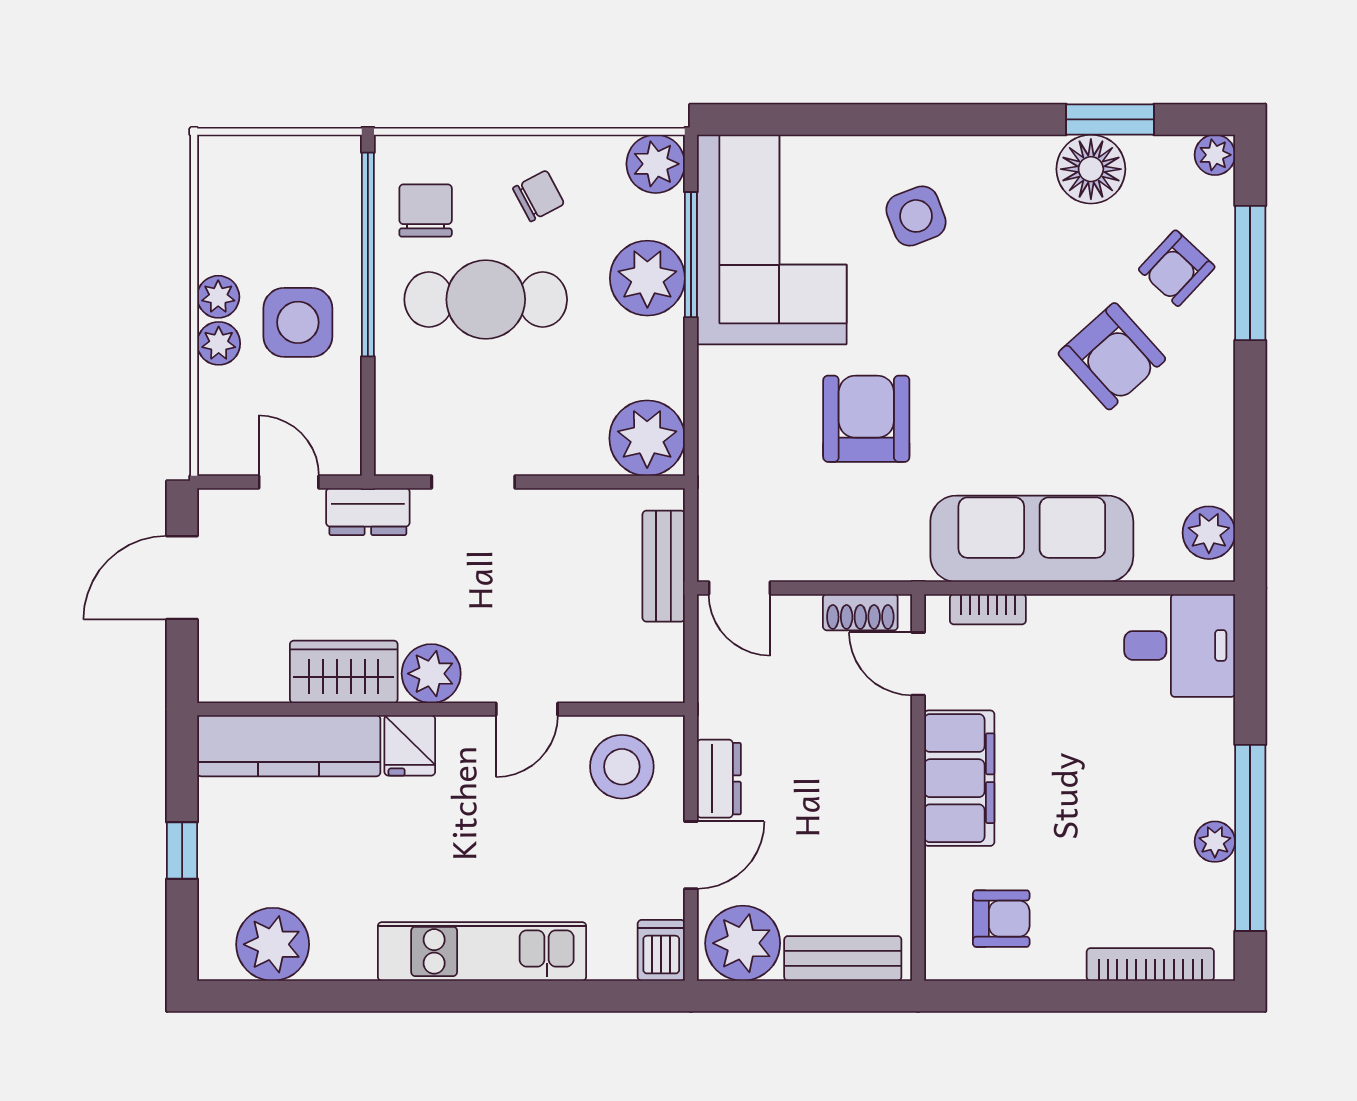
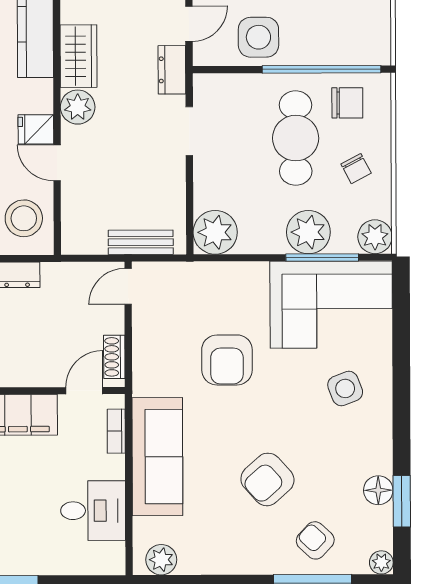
floor lamp: (1091, 169) -> (378, 490), width x0.73, depth x0.73
side table: (298, 322) -> (258, 37), moved
armchair: (1112, 356) -> (267, 479), moved
armchair: (866, 419) -> (227, 360), turned 90
desk: (1180, 645) -> (93, 511), moved, turned -90
fridge: (410, 745) -> (36, 129), moved

